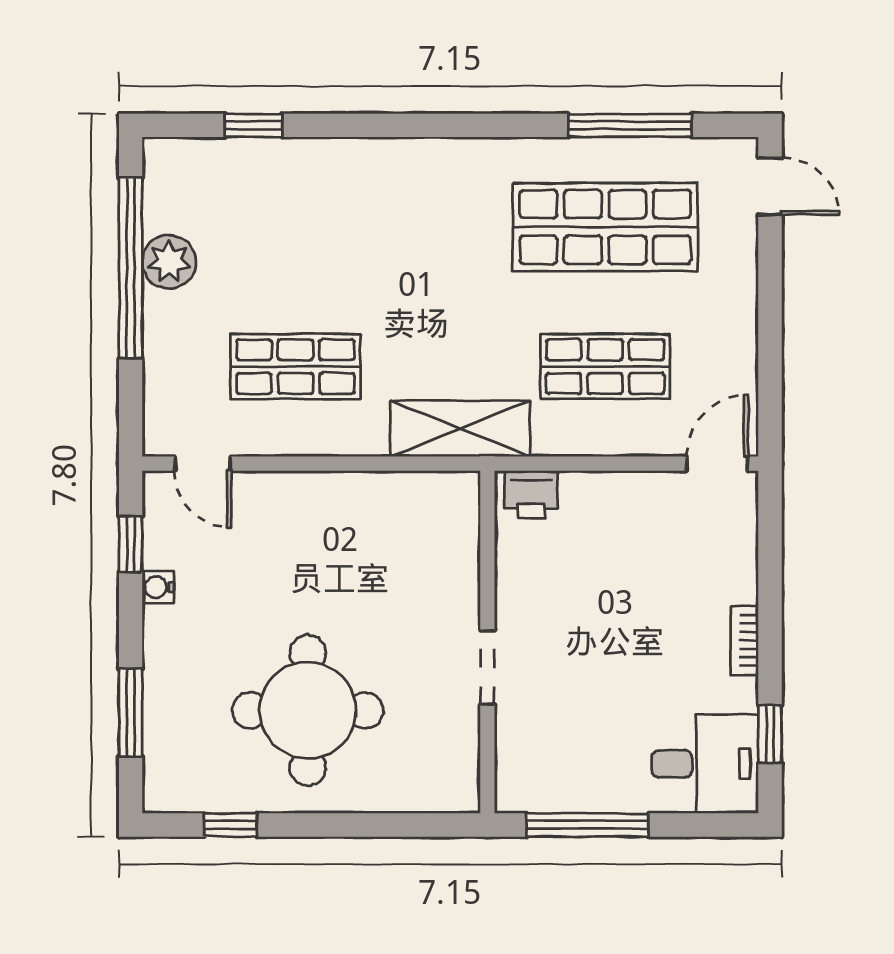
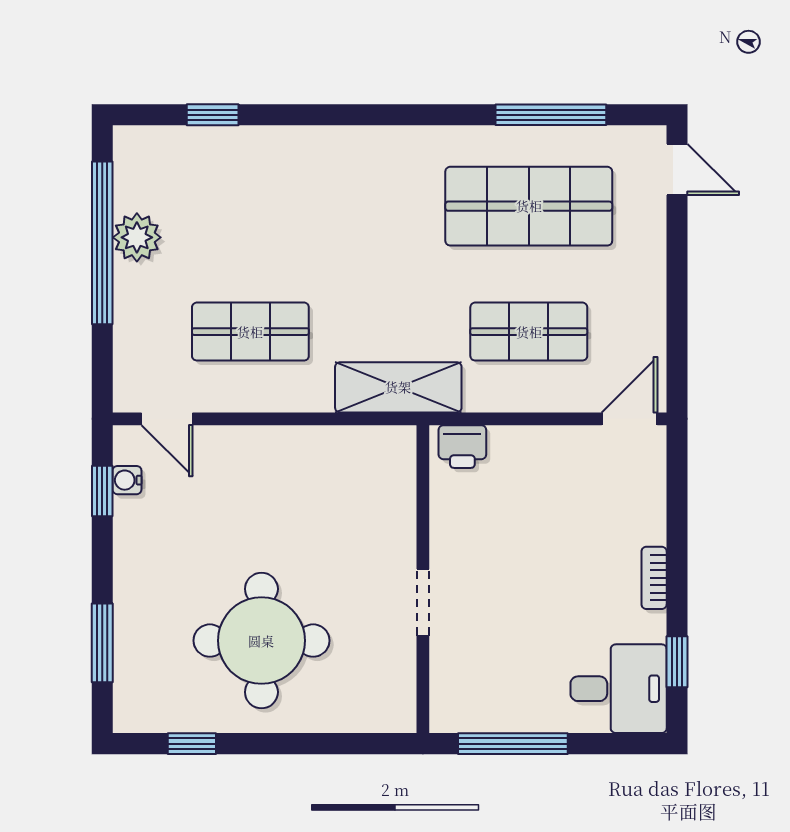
water cooler: (158, 587) -> (127, 480), moved

